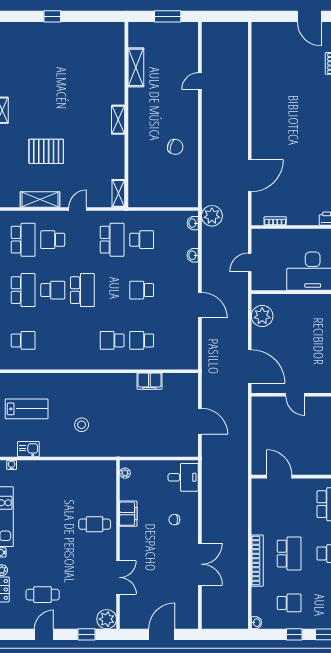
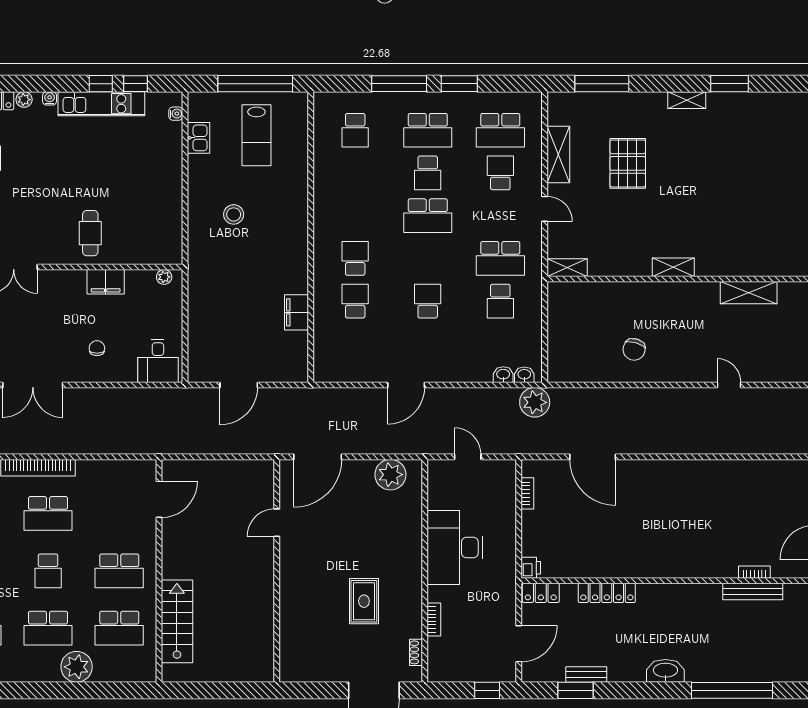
washbasin: (193, 255) -> (503, 375), moved

